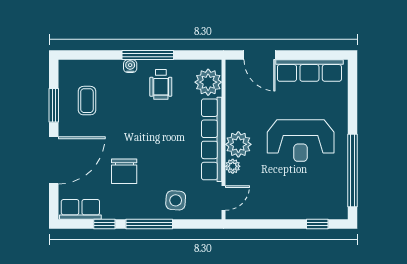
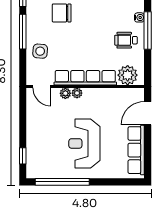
plant: (238, 144) -> (77, 93), width x0.53, depth x0.53

